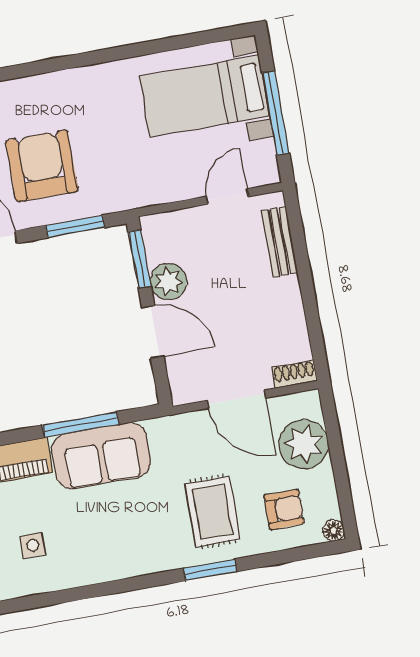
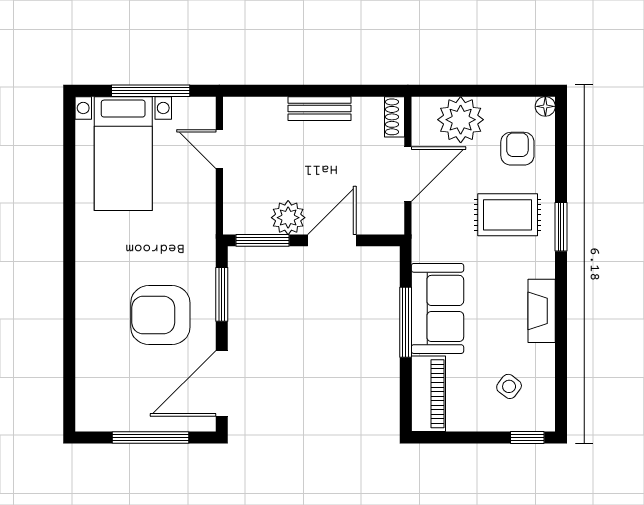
bench: (279, 242) -> (319, 109), moved
side table: (33, 545) -> (509, 386), turned 37
fireplace: (118, 565) -> (542, 311), added

